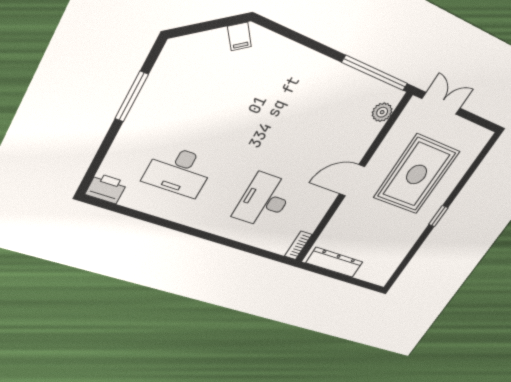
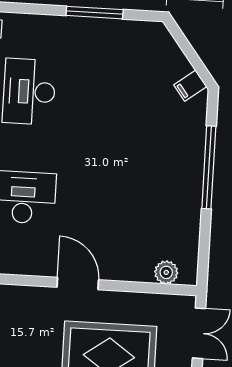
window: (375, 73) -> (209, 167), moved

